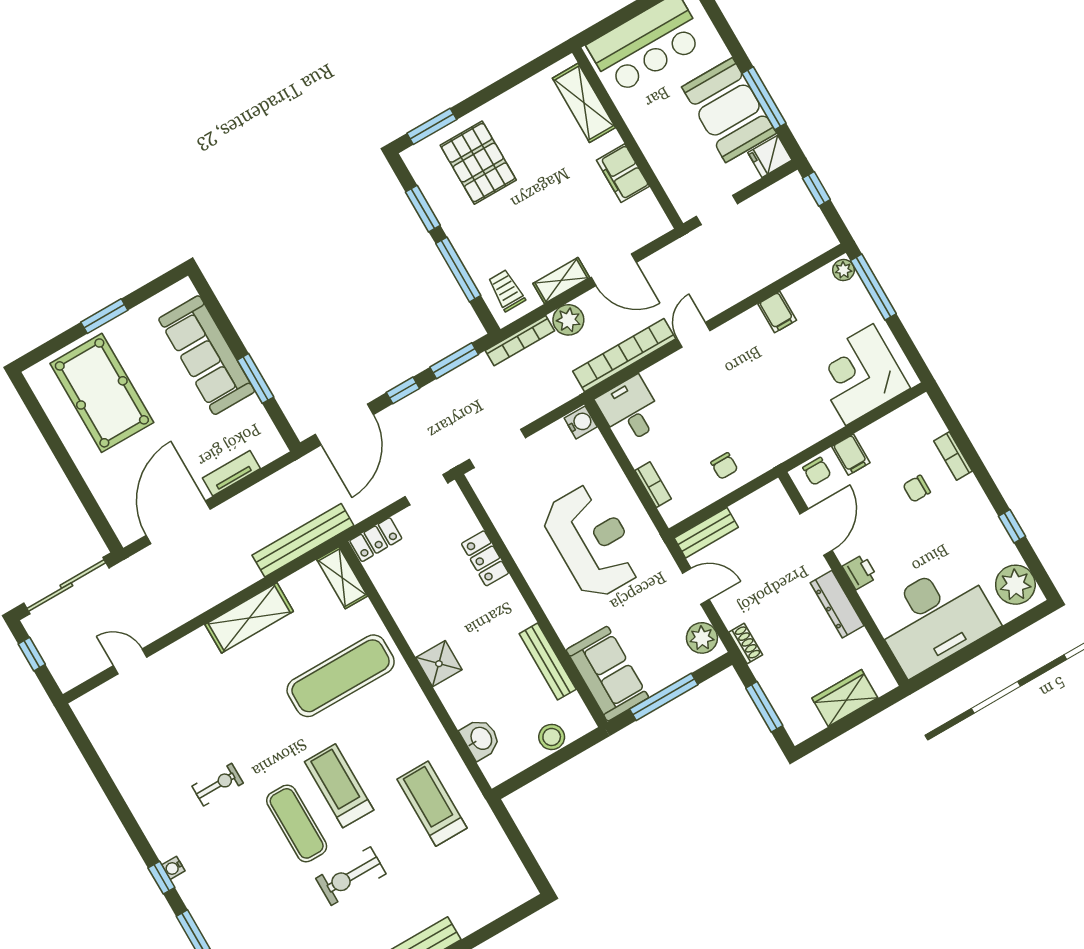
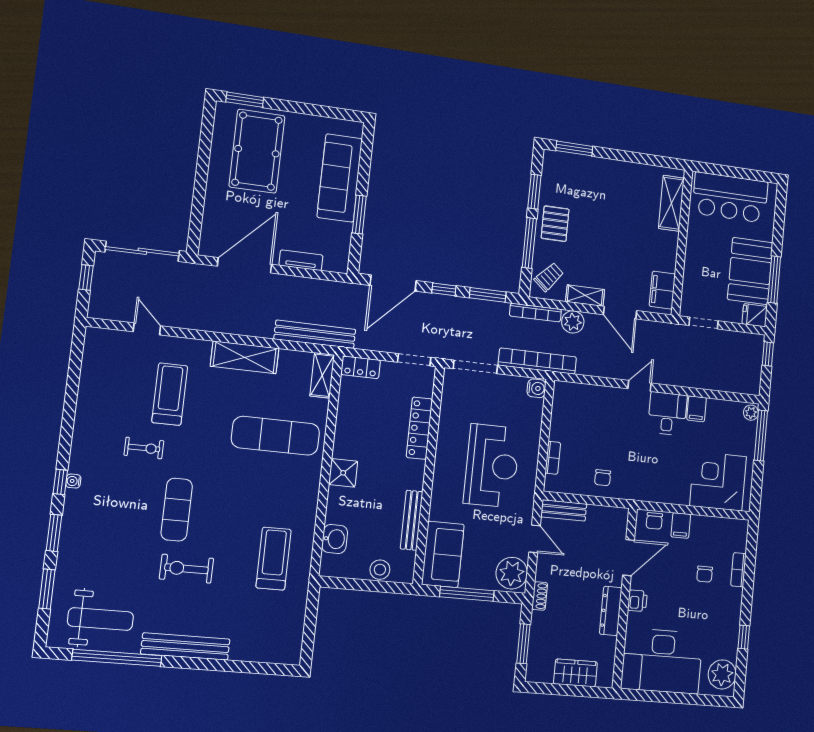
pallet: (478, 163) -> (555, 224), moved, width x0.67, depth x0.71
filing cabinet: (623, 173) -> (662, 290), moved
trolley: (507, 290) -> (549, 277), turned 41
window: (104, 316) -> (245, 100), moved
bookcase: (624, 355) -> (537, 361), moved
desk: (630, 410) -> (667, 414), moved
chair: (917, 489) -> (705, 574), turned -90
locker: (485, 558) -> (419, 428), width x1.53
plant: (702, 638) -> (512, 573), width x1.36, depth x1.36
treadmill: (339, 786) -> (170, 394), moved

